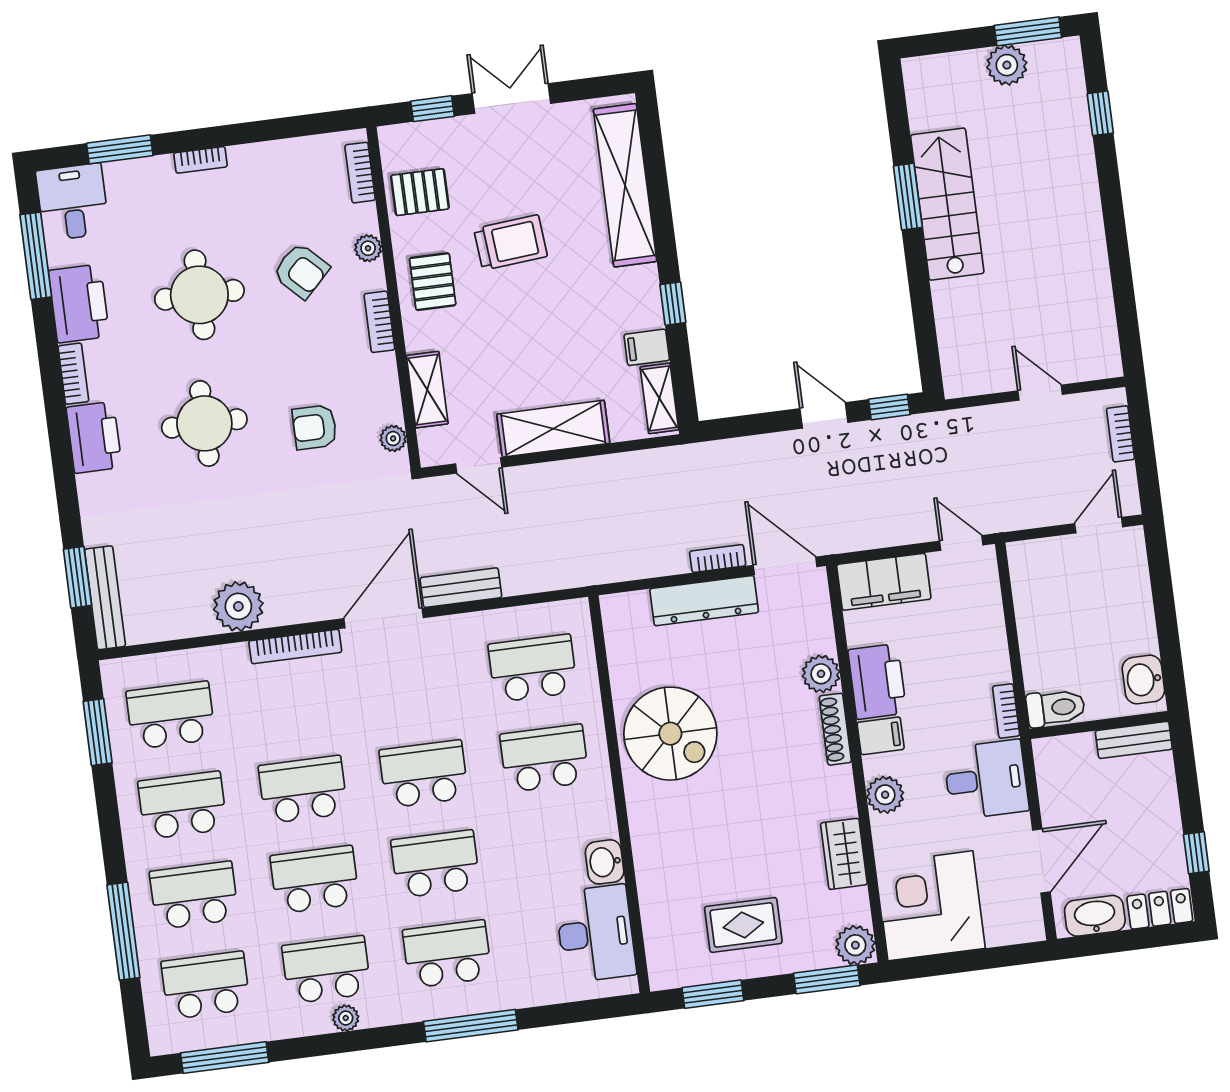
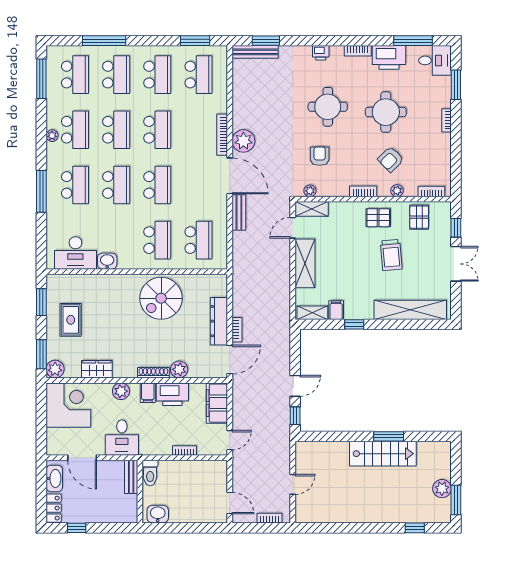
shelving: (427, 390) -> (312, 209), moved
printer: (94, 437) -> (321, 53), width x0.53, depth x0.68
plant: (238, 606) -> (243, 141), moved
bookcase: (1006, 711) -> (185, 450), moved
bench: (1134, 740) -> (131, 477), moved

